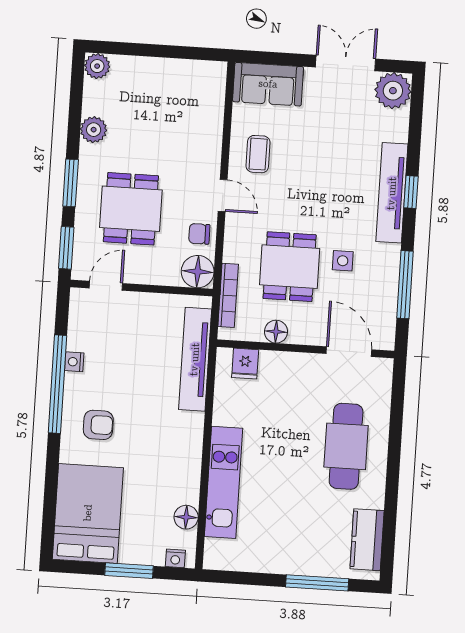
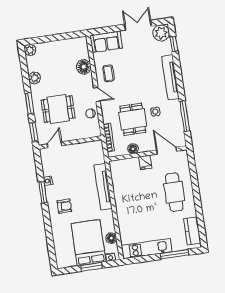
window: (411, 192) -> (174, 44), moved
dining table: (131, 209) -> (58, 109), turned 90
floor lamp: (198, 272) -> (84, 67), moved
tv unit: (195, 359) -> (103, 187), moved
fridge: (245, 364) -> (145, 162), moved
window: (58, 384) -> (43, 192), width x0.47
kitchen unit: (224, 482) -> (147, 249), moved, turned -90
bed: (88, 513) -> (89, 243), moved

